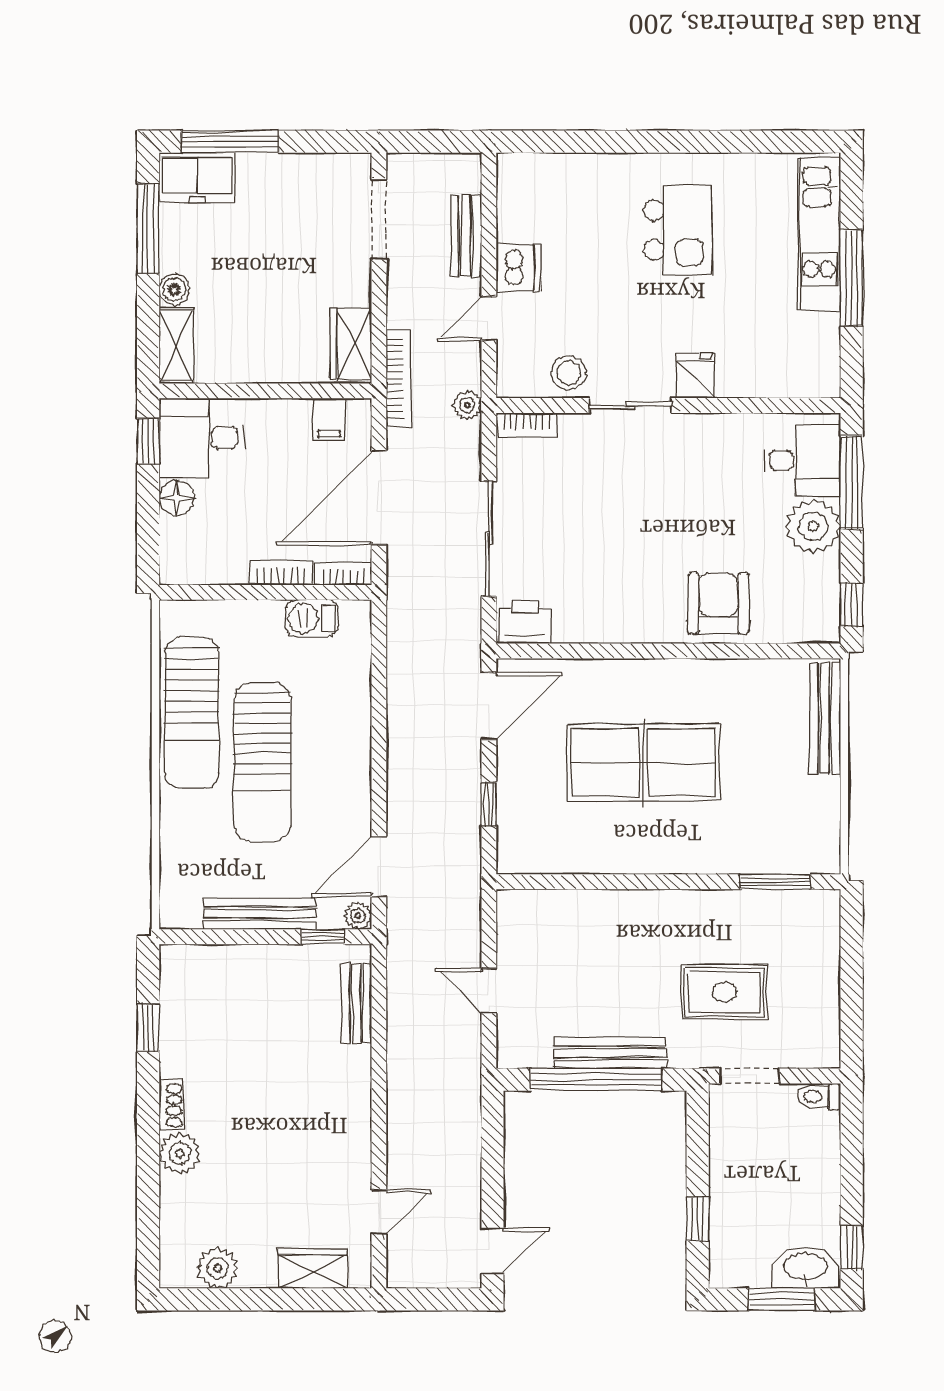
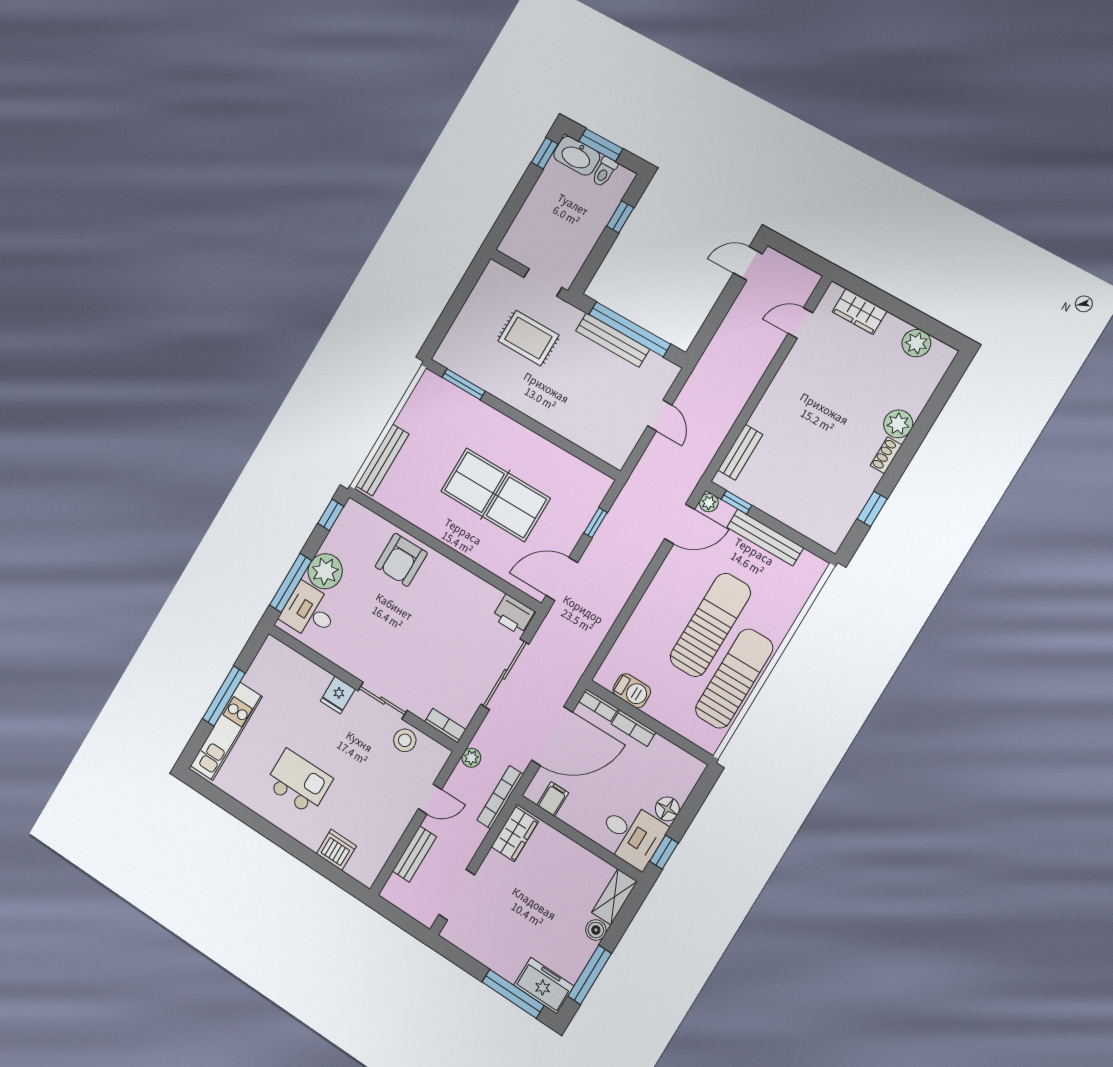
kitchen island: (678, 230) -> (299, 782), turned 90
dishwasher: (518, 268) -> (336, 850), moved, turned 90
toilet: (819, 1097) -> (604, 172), moved, turned 90

